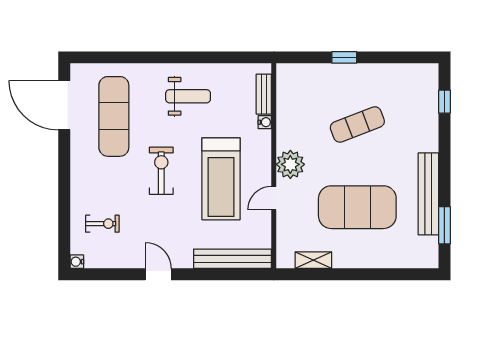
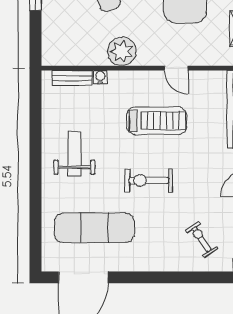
plant: (290, 164) -> (122, 52), moved
treadmill: (221, 179) -> (157, 121), width x0.73, depth x0.73
exercise bike: (102, 224) -> (202, 239), turned -35

